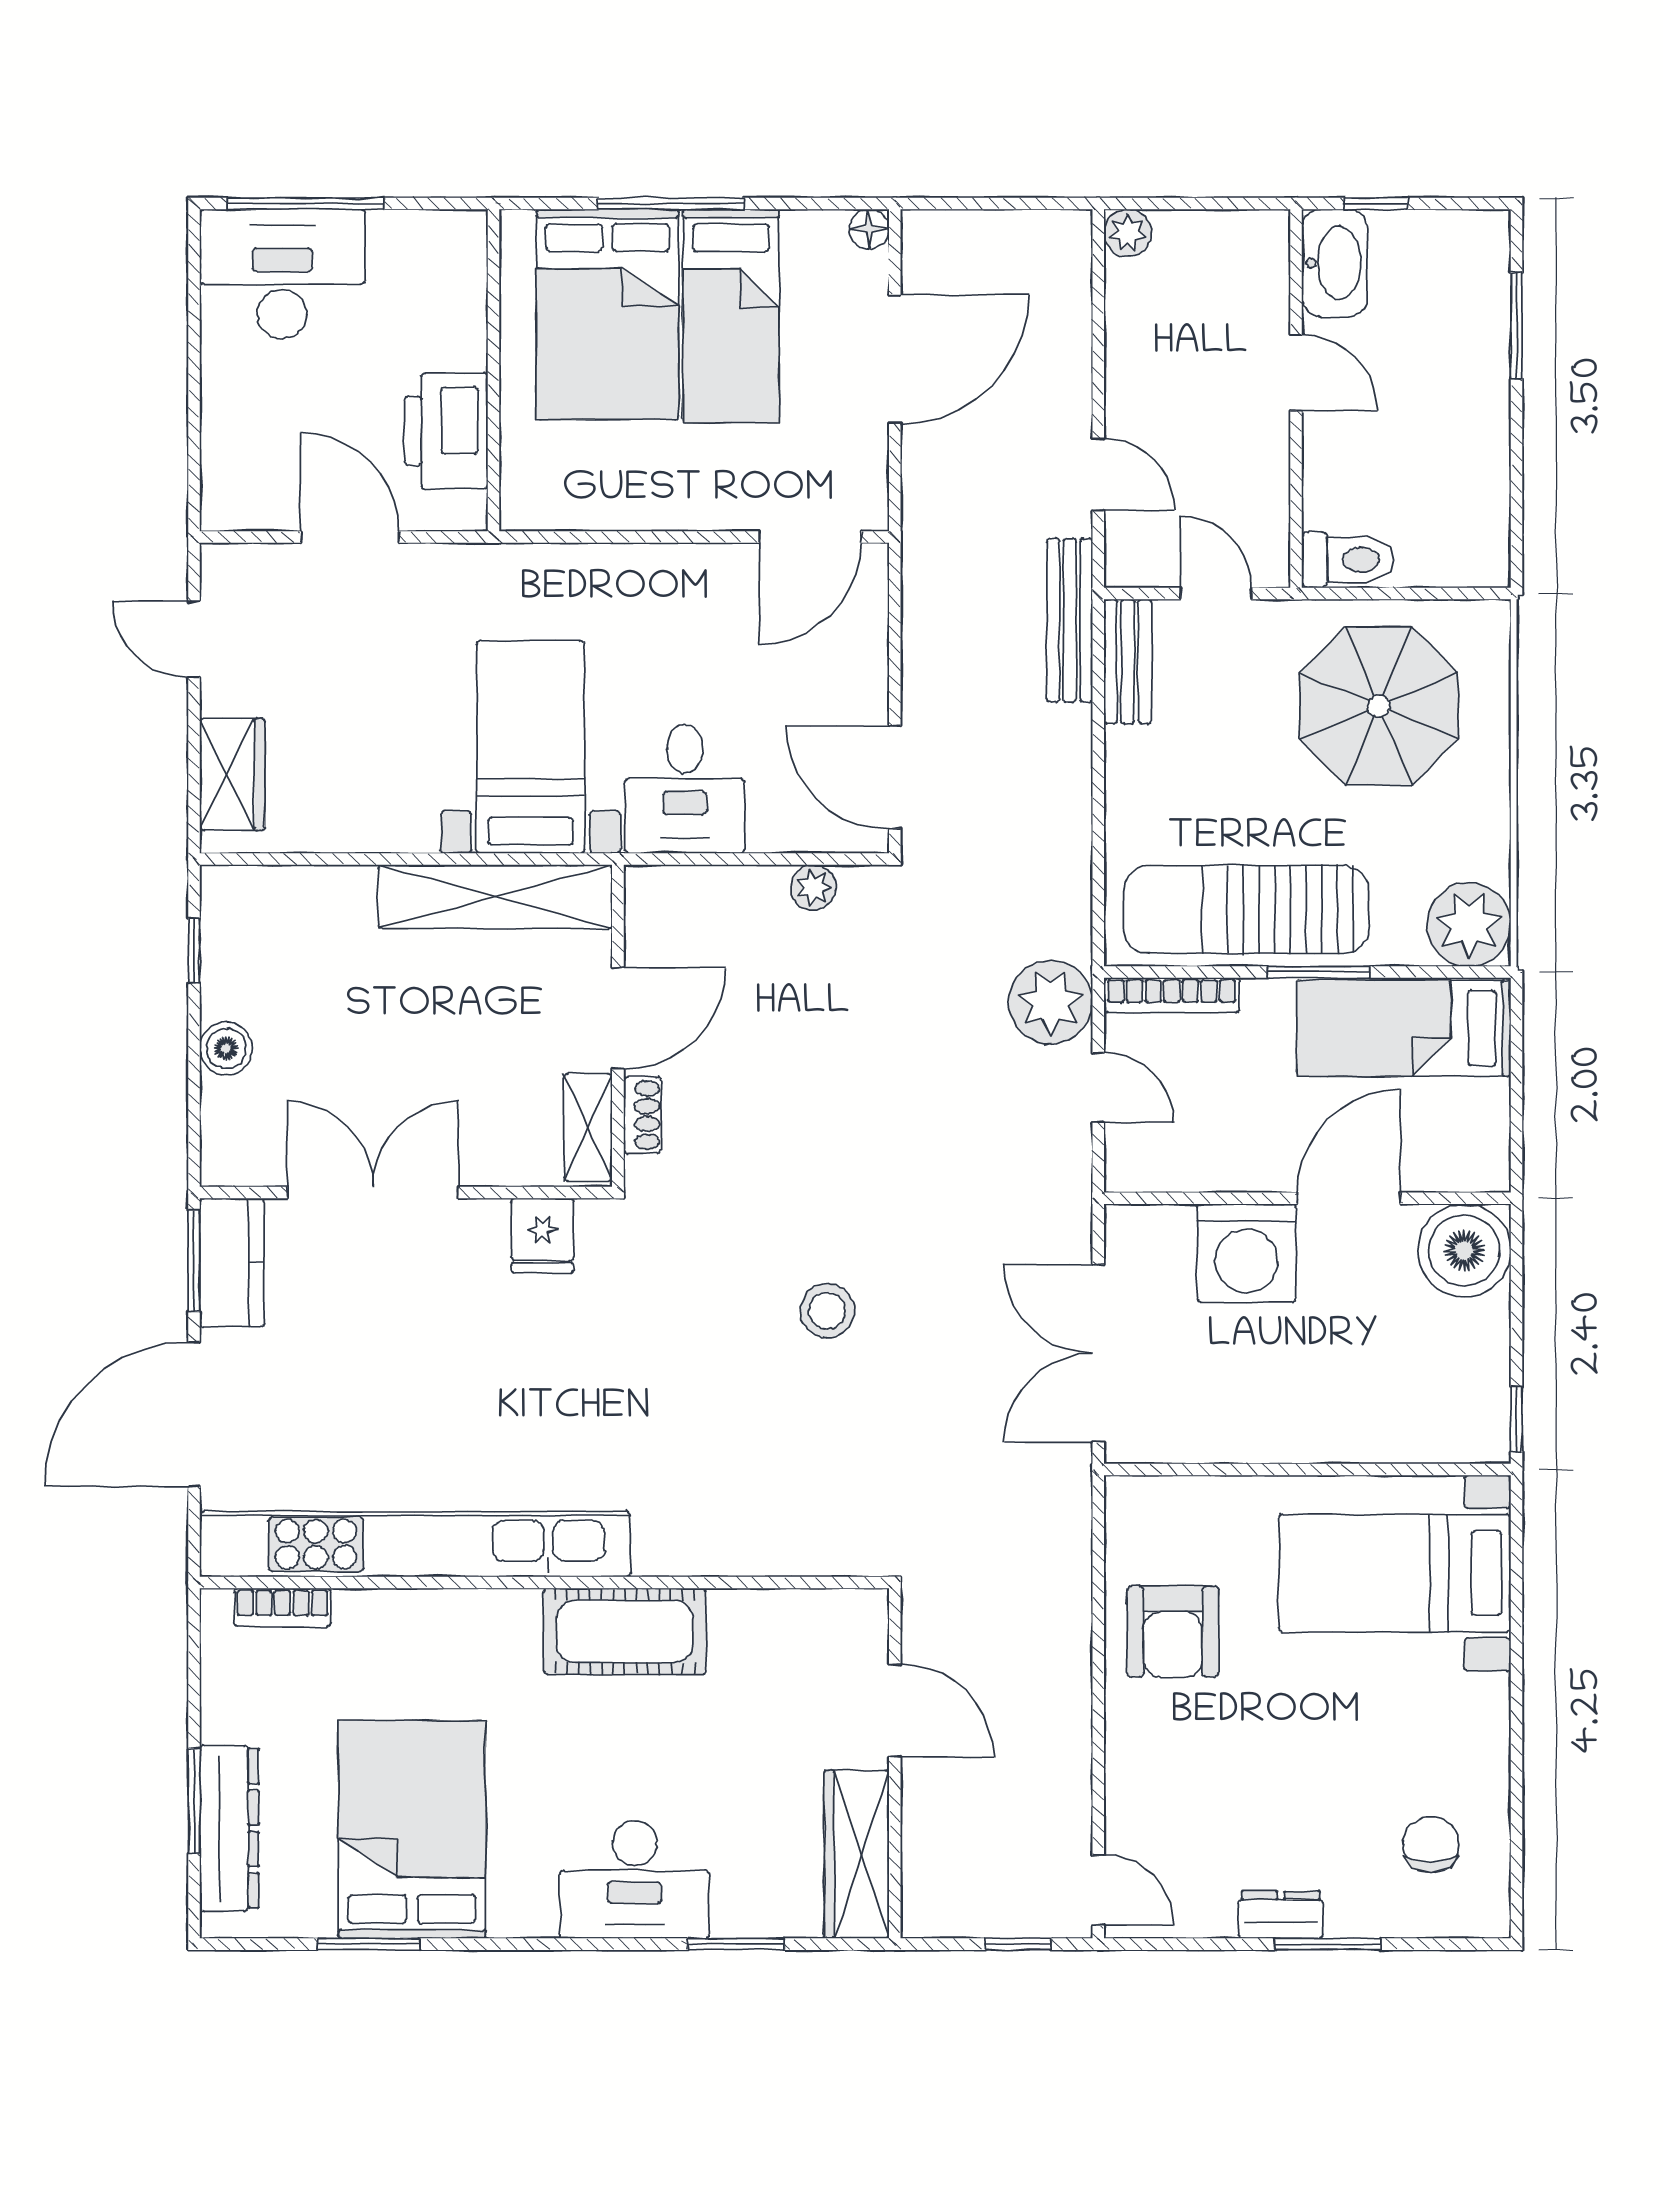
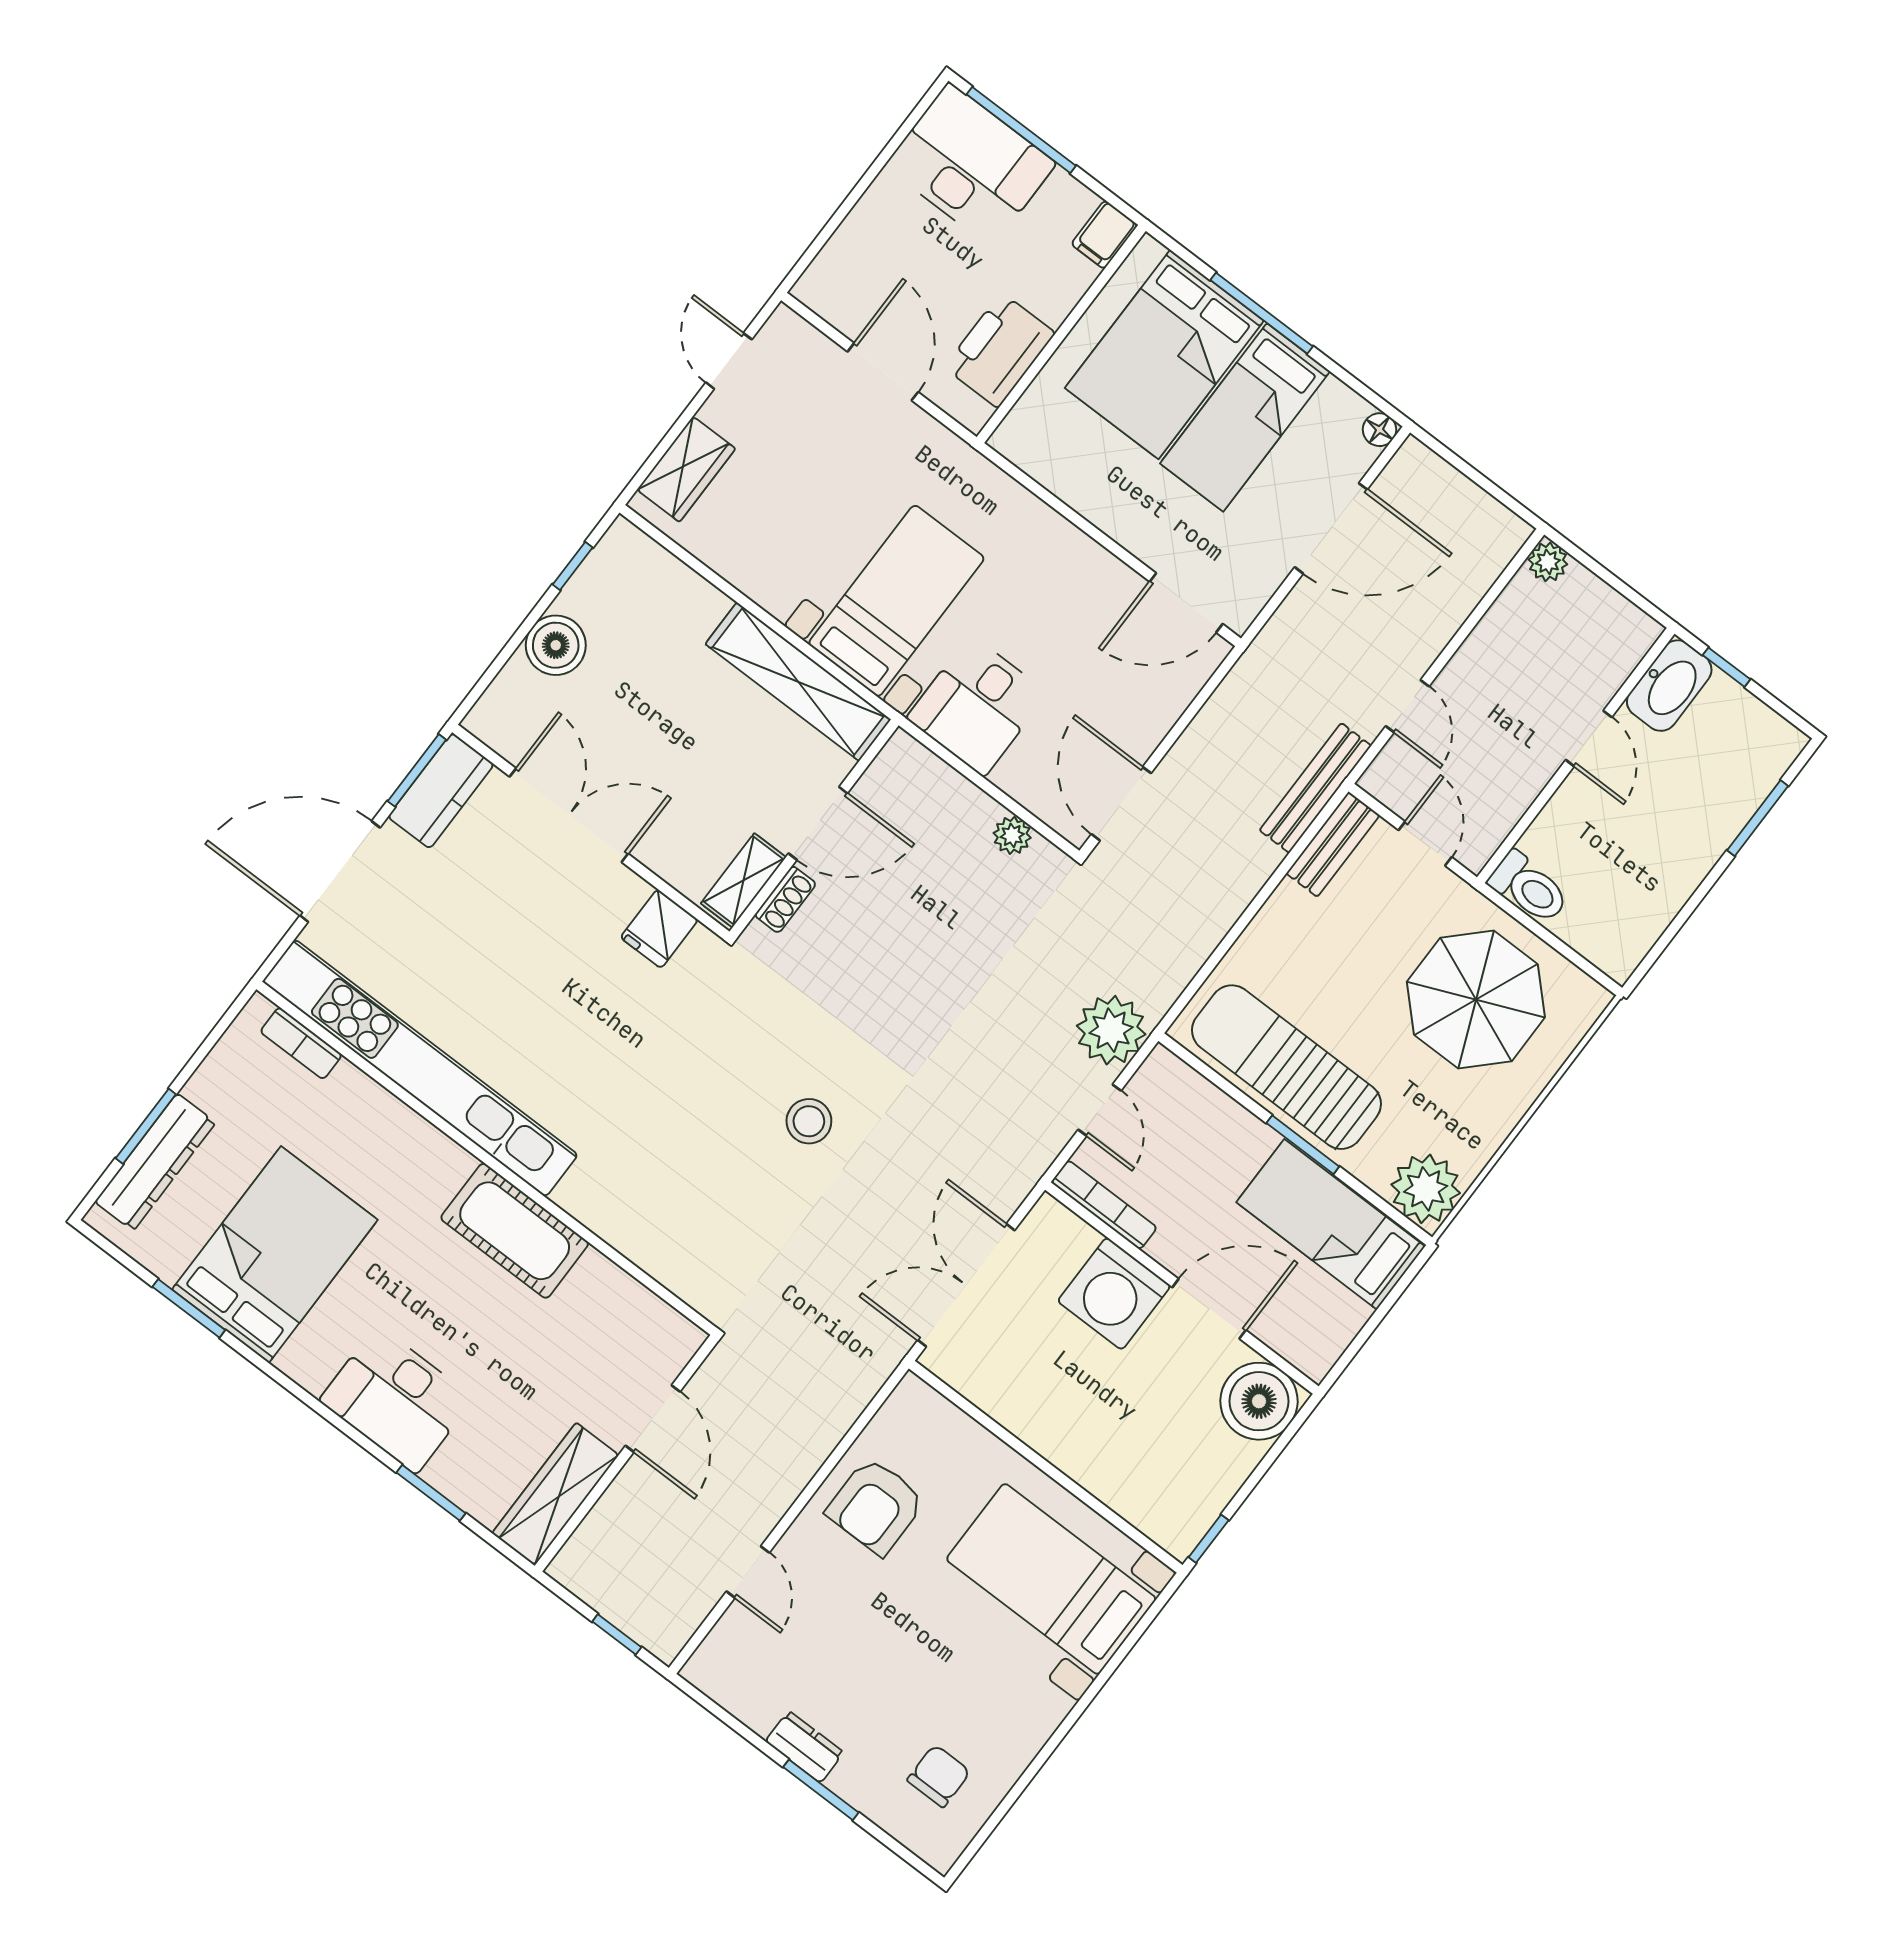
filing cabinet: (462, 243) -> (1104, 235), added
bookcase: (1172, 995) -> (1104, 1205), moved, turned 180
boiler: (226, 1049) -> (556, 645), width x1.36, depth x1.36
door: (1098, 1890) -> (748, 1572), moved

